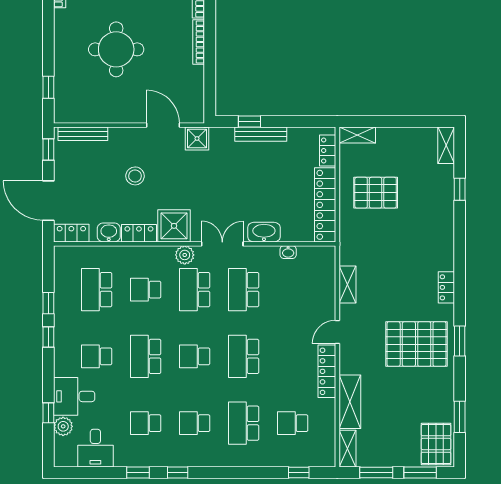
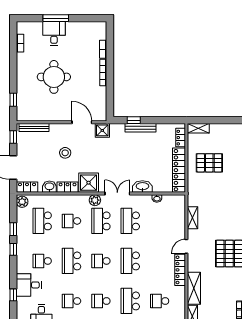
plant: (63, 426) -> (22, 202), moved

